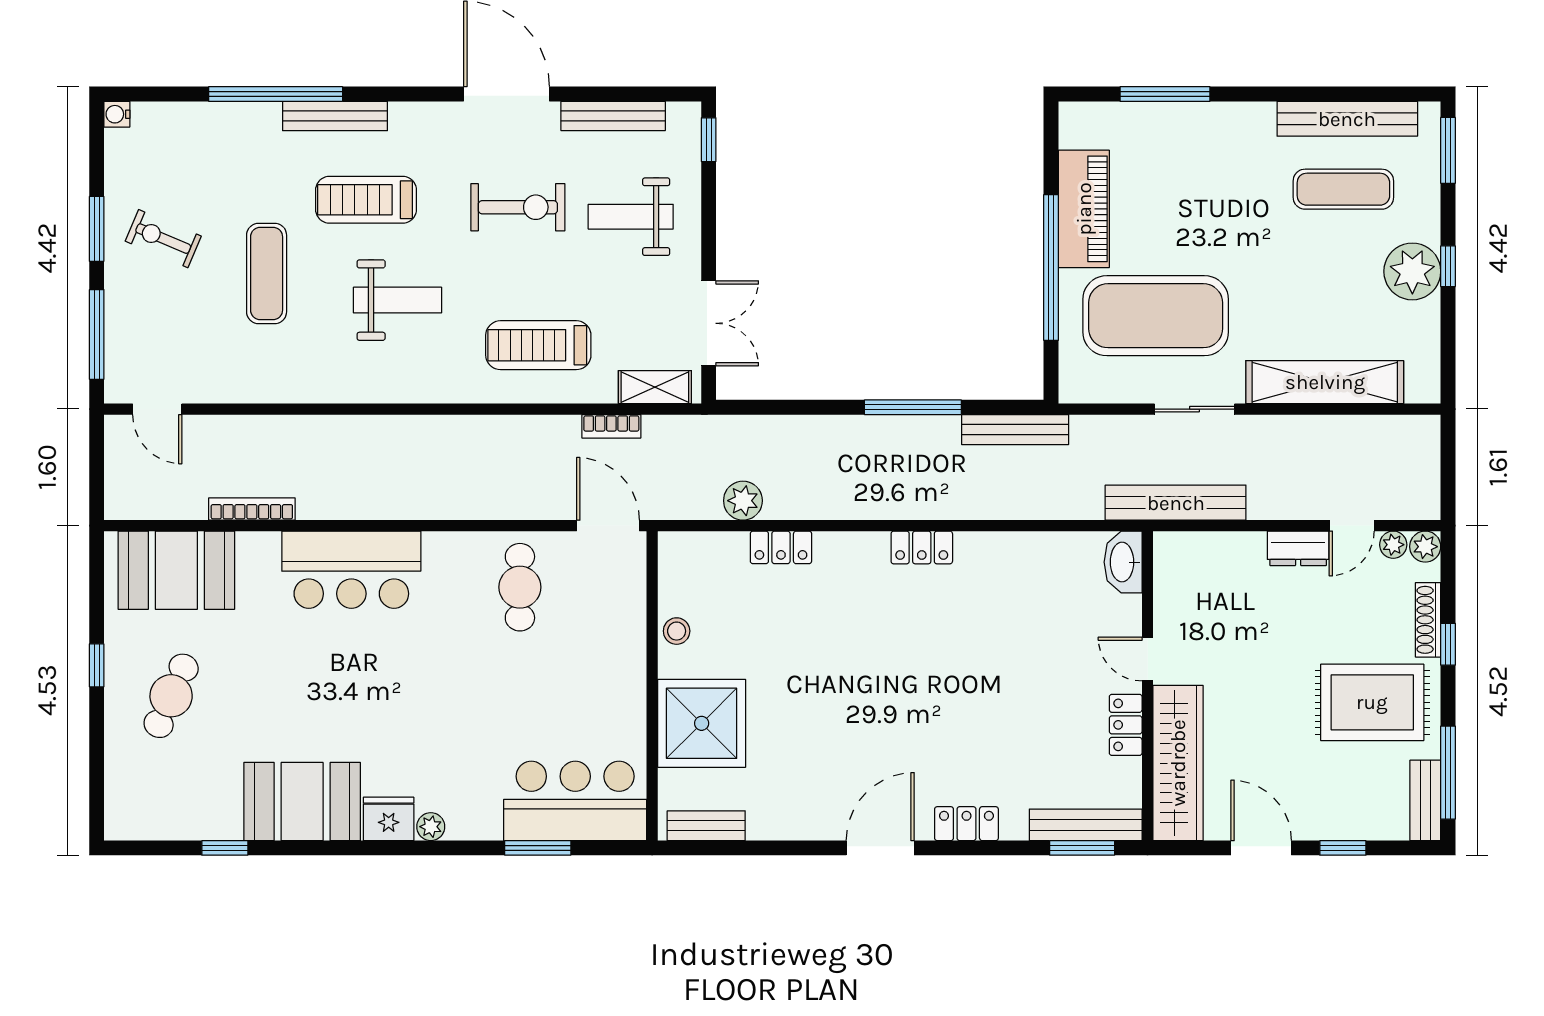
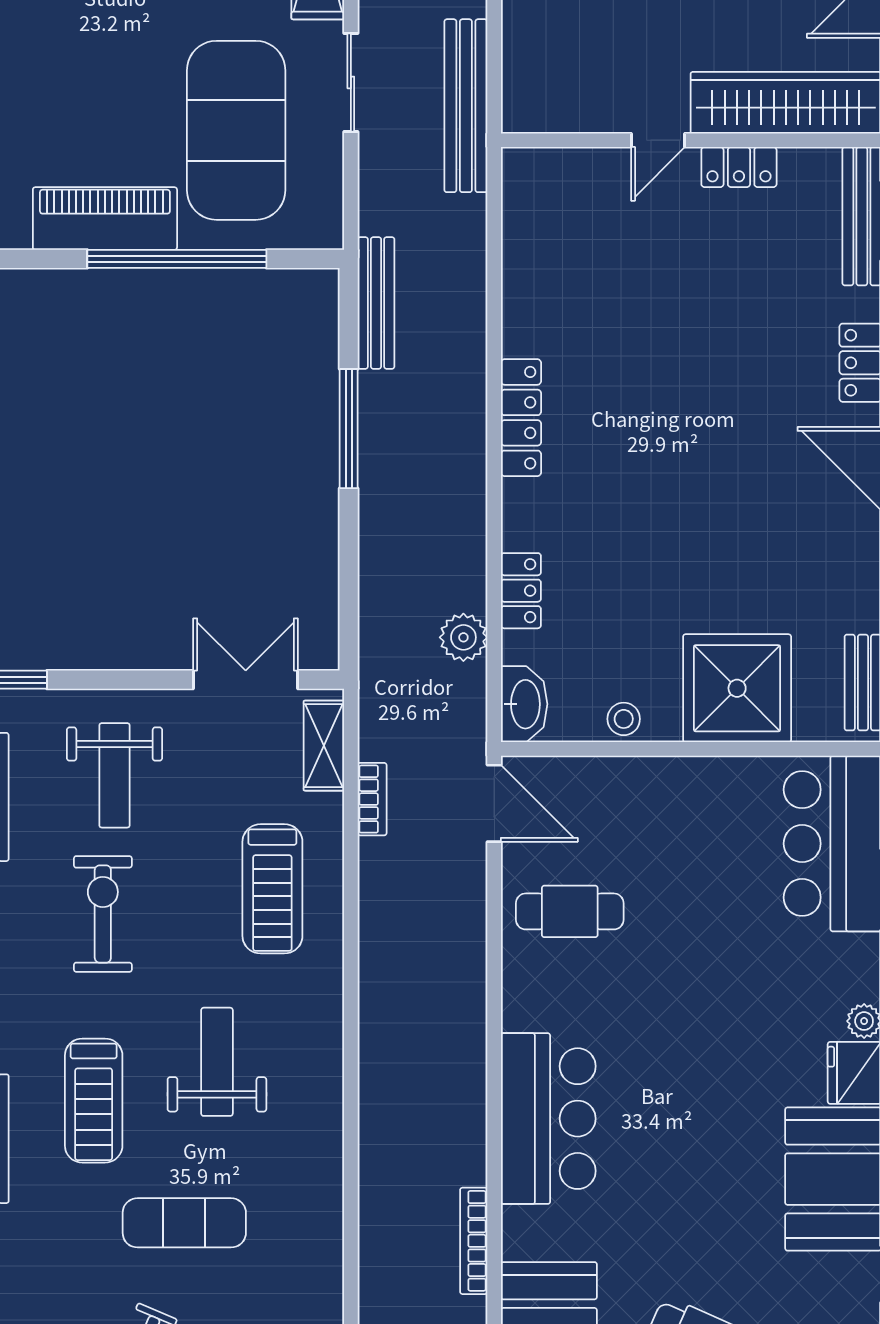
door: (608, 526) -> (494, 803), swing flipped
locker: (922, 547) -> (521, 418), width x1.53
washbasin: (1123, 562) -> (524, 704), moved, turned -90

